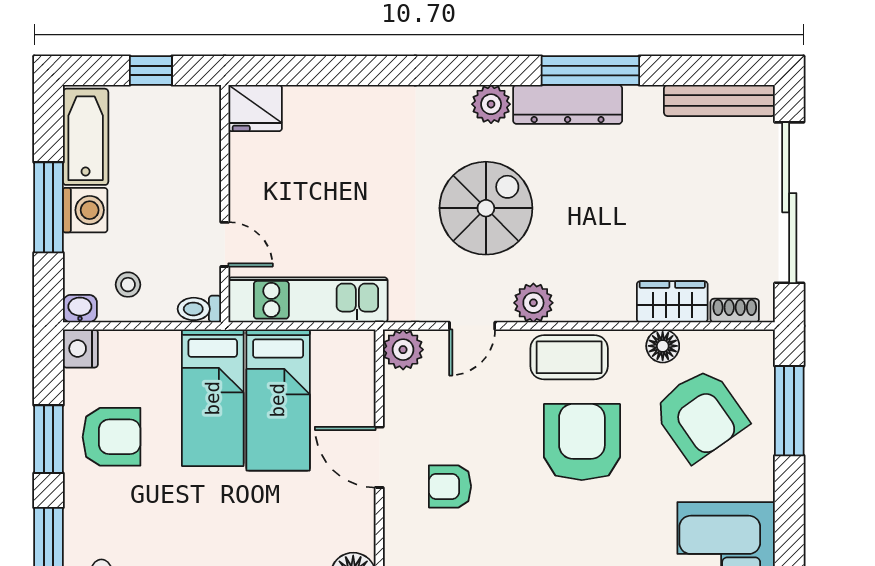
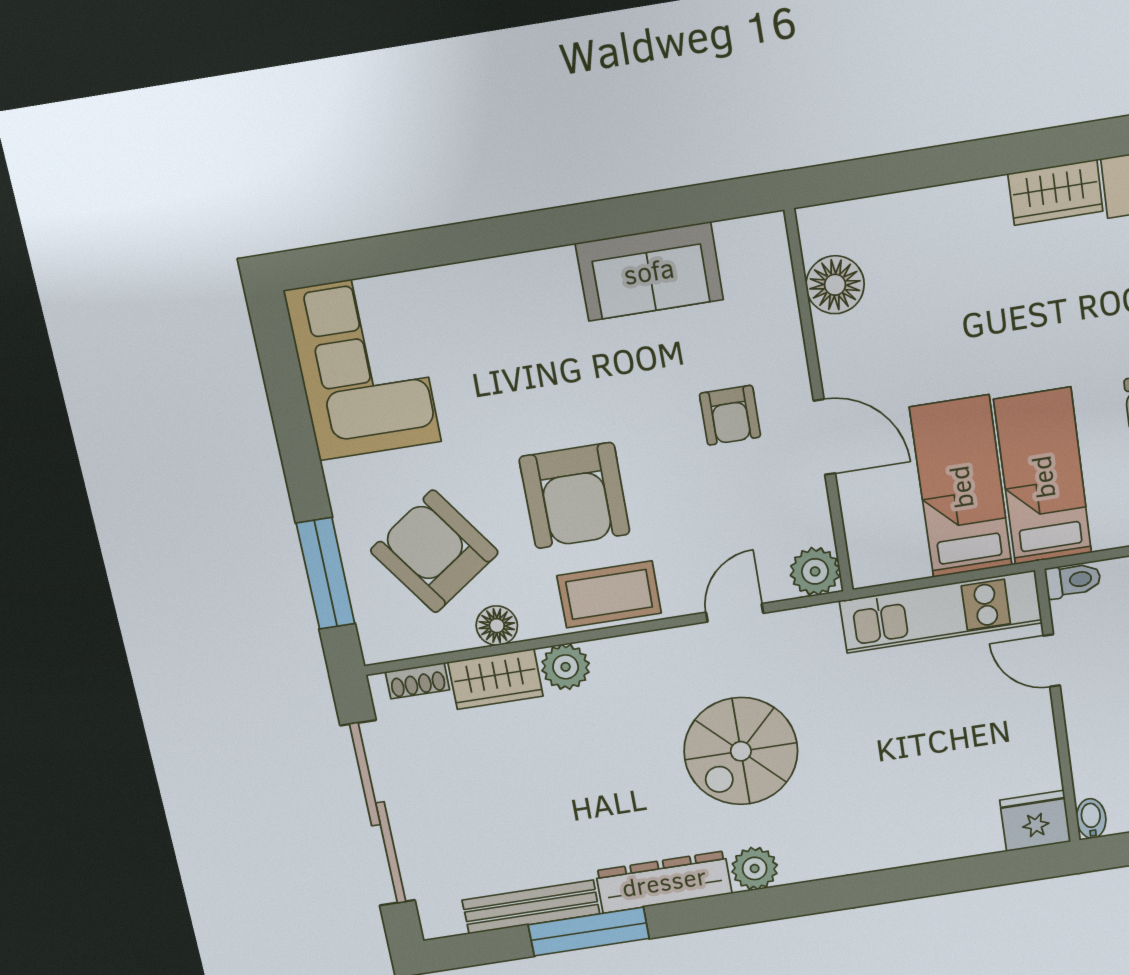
window: (590, 71) -> (589, 932), moved
bench: (719, 100) -> (531, 907), moved
bidet: (209, 103) -> (1091, 819), added
plant: (533, 303) -> (566, 667), moved
armchair: (450, 486) -> (730, 415), turned 90

